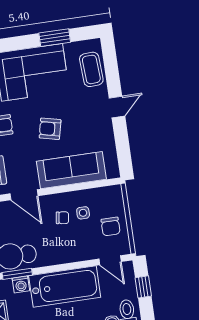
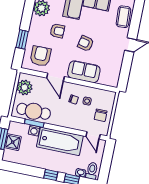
sofa: (71, 170) -> (84, 72), width x0.73
window: (143, 287) -> (107, 159), removed

